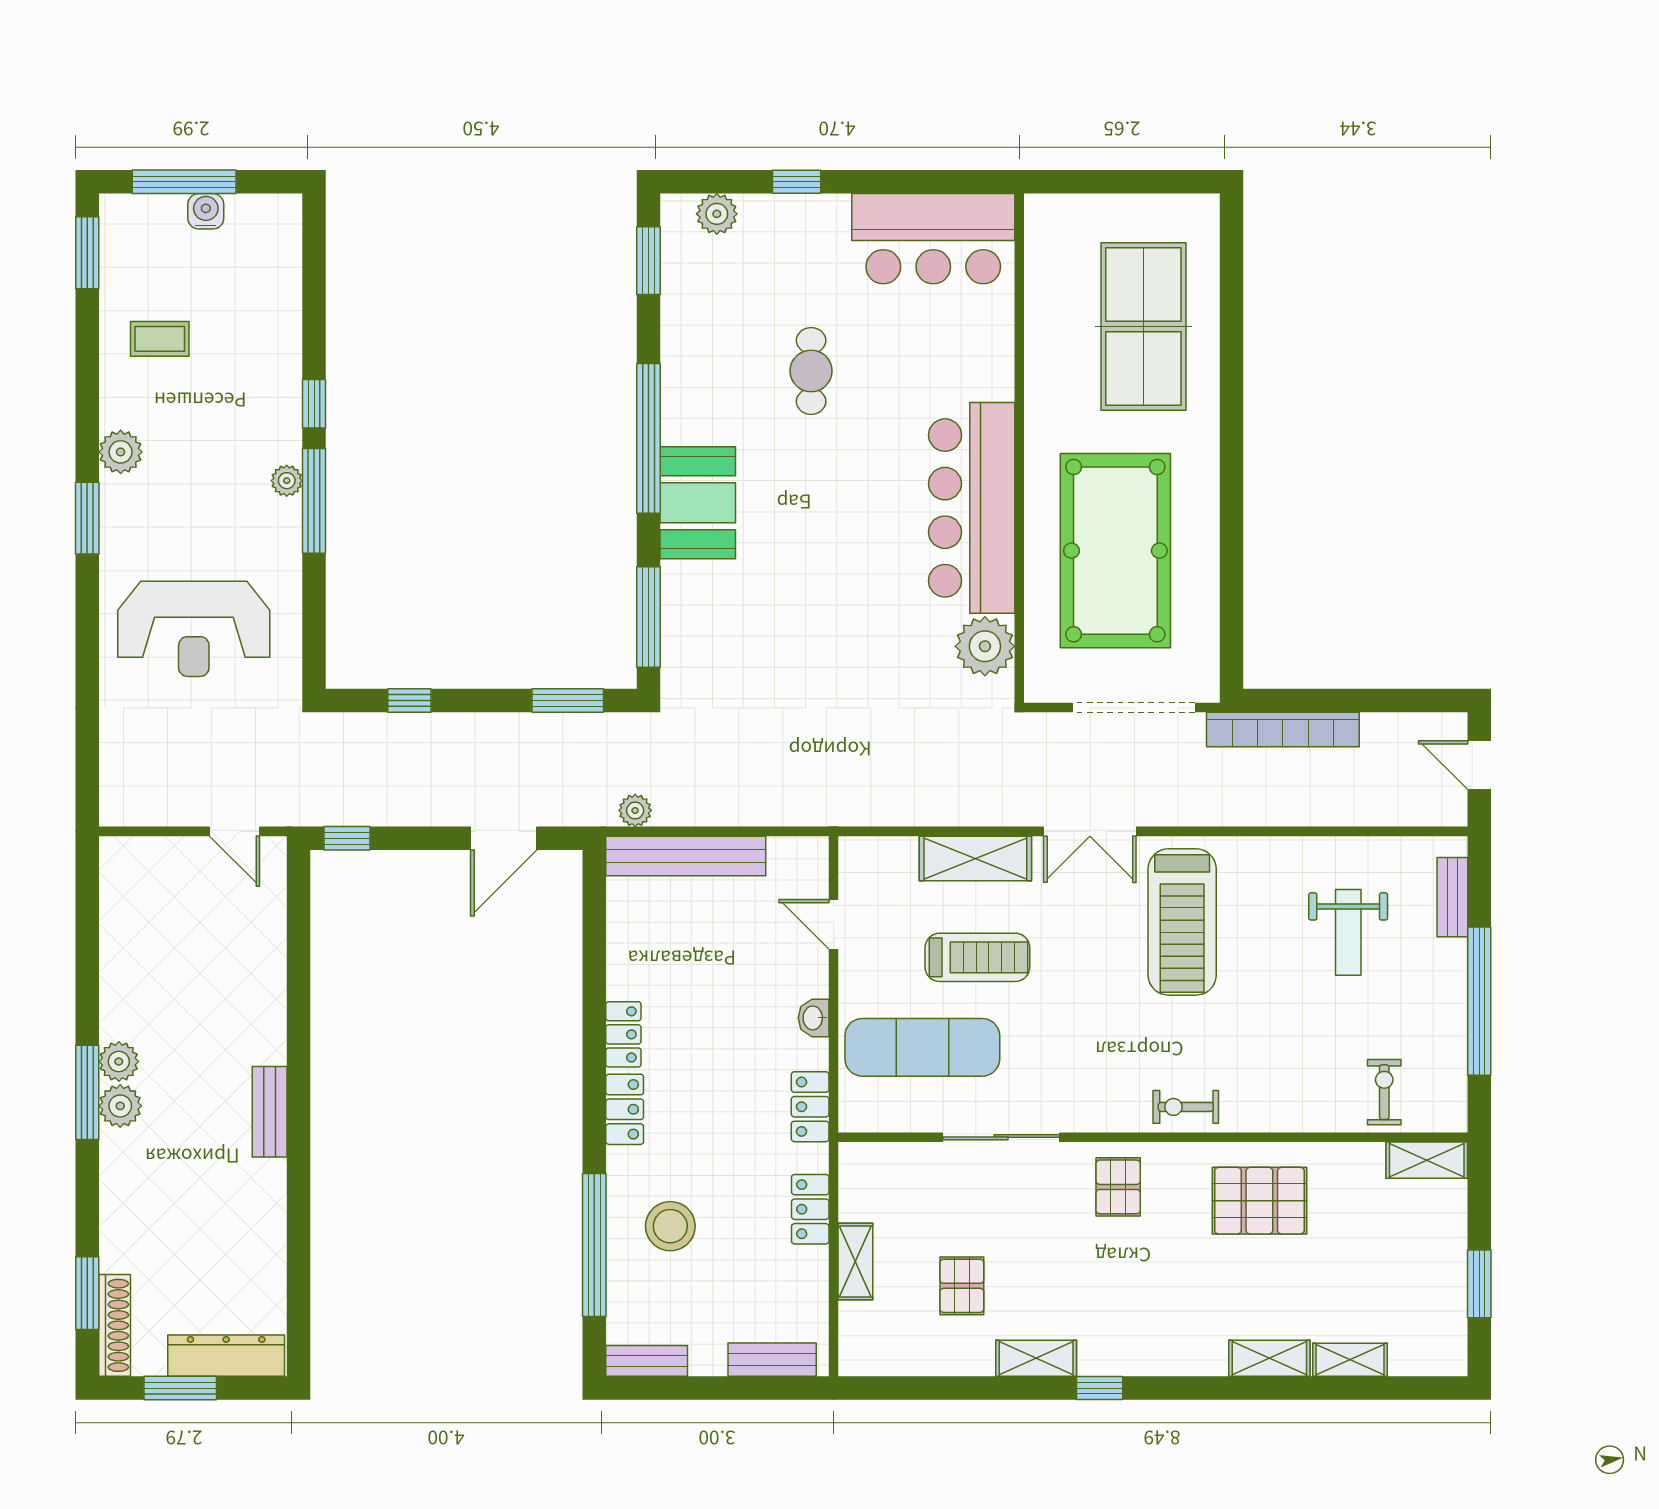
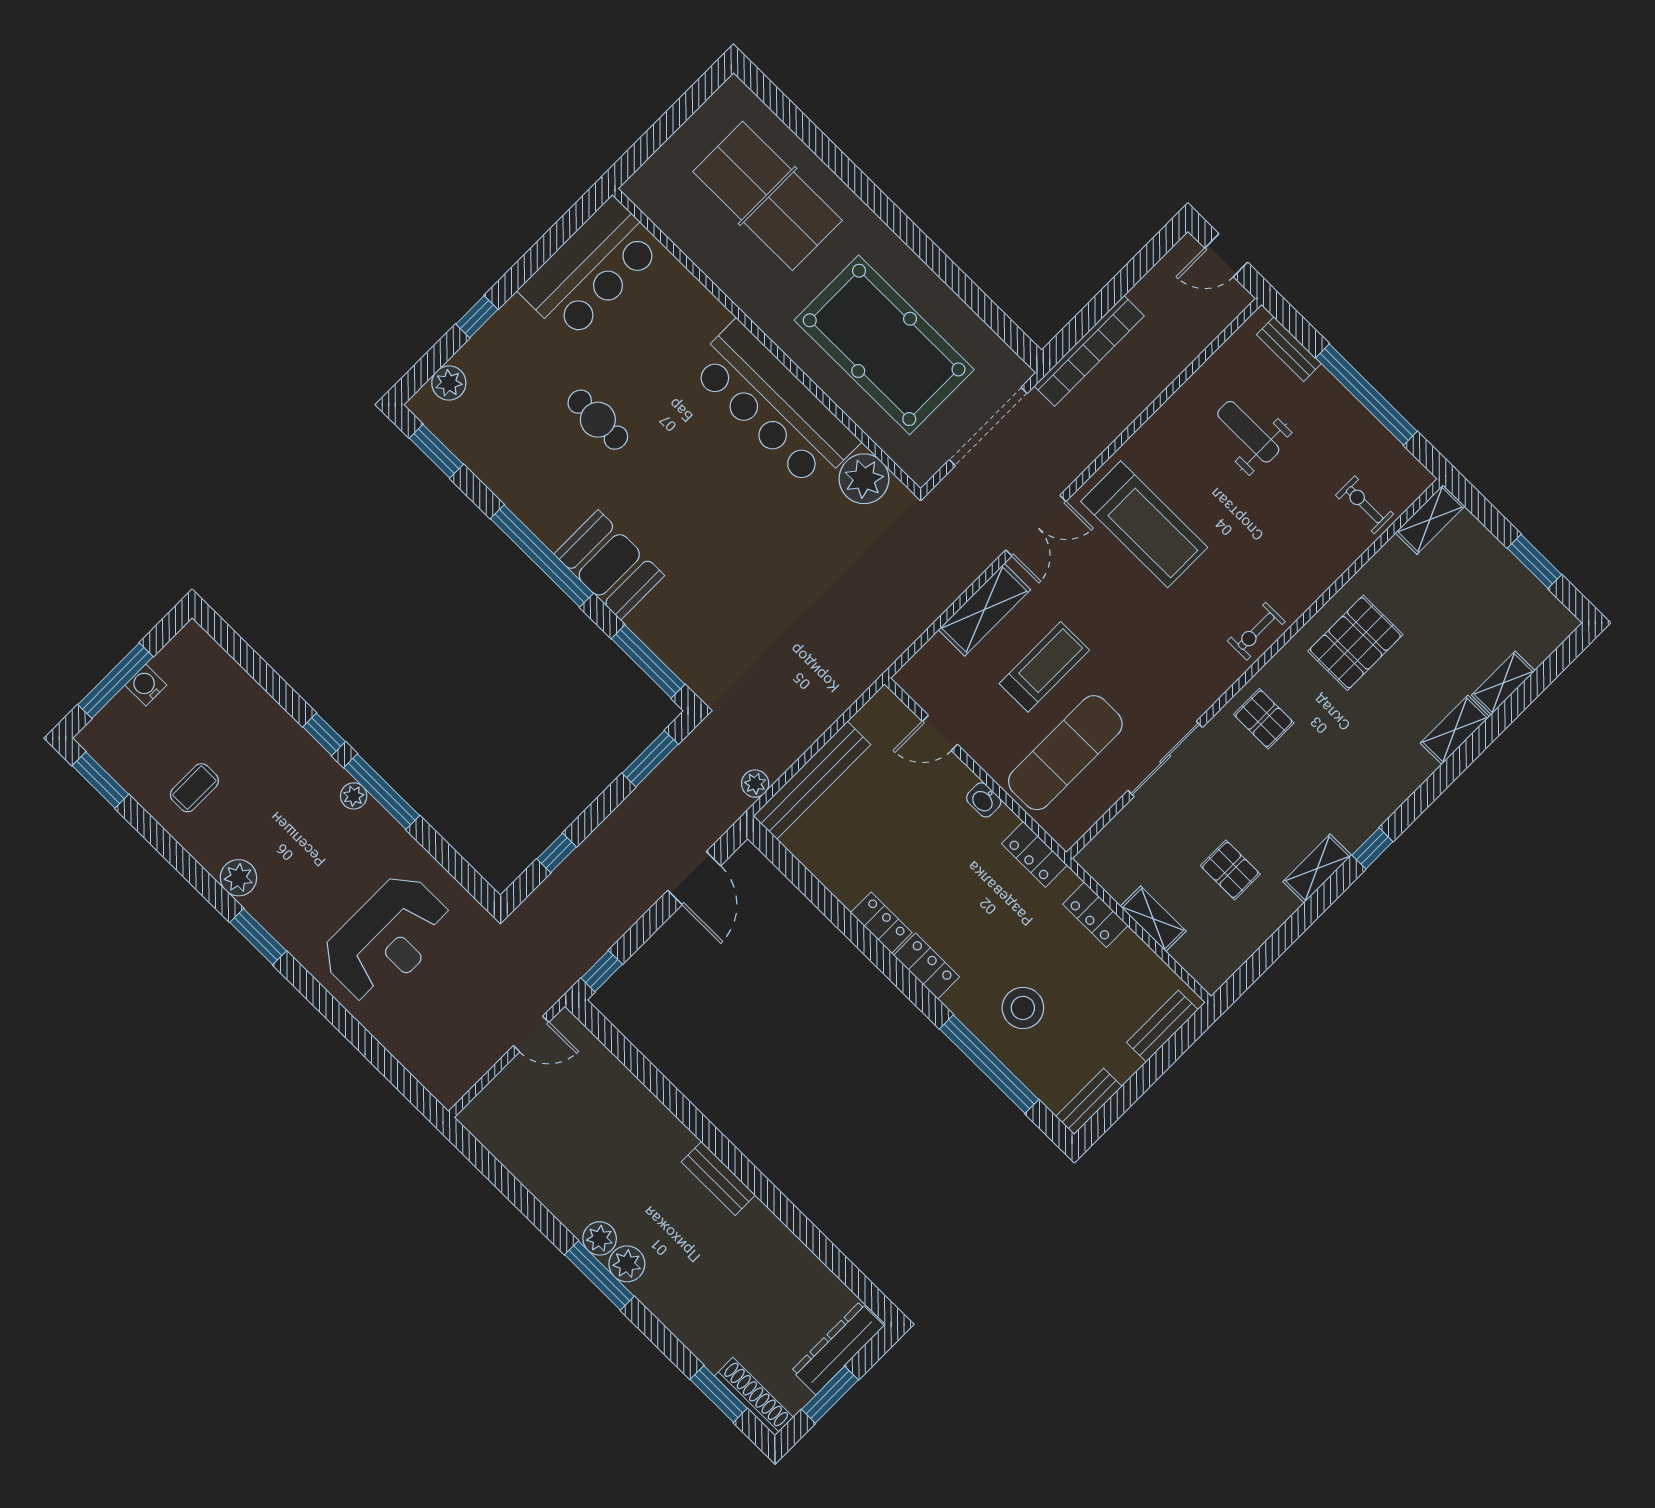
weight bench: (1348, 932) -> (1248, 432), turned 180

